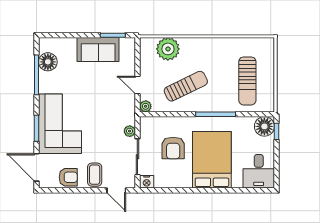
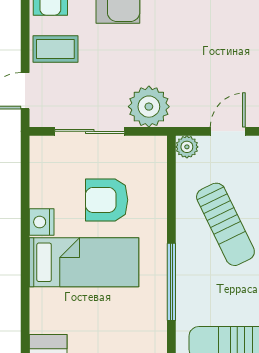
plant: (130, 131) -> (149, 107), width x1.88, depth x1.88
bed: (212, 160) -> (84, 262), width x0.67
nightstand: (147, 182) -> (42, 222), moved

